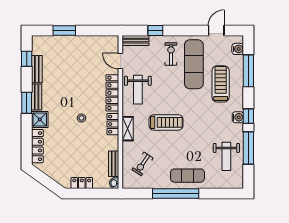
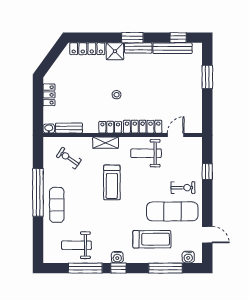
bench: (135, 41) -> (197, 151), removed
bench: (37, 69) -> (172, 48), width x1.36

